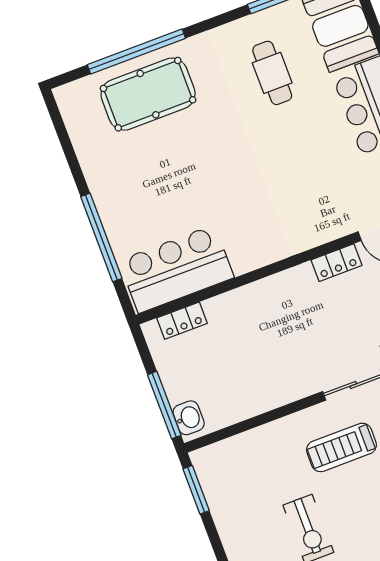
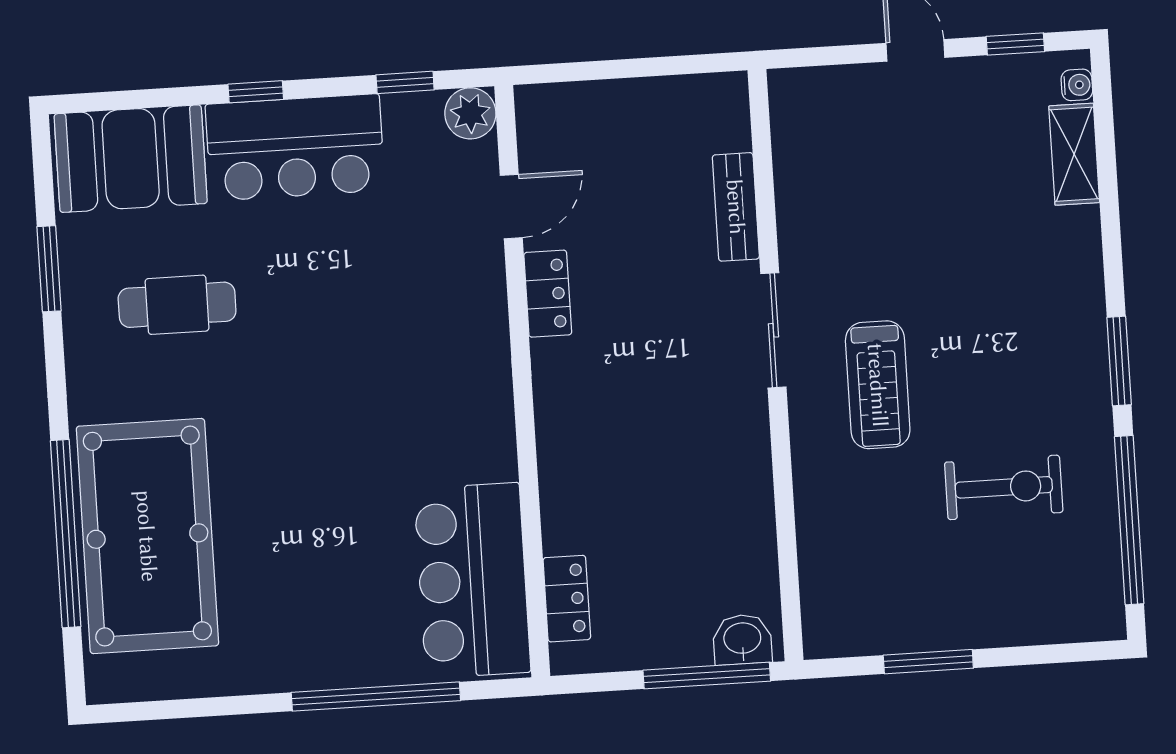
pool table: (148, 94) -> (147, 536), width x1.36, depth x1.32
window: (196, 490) -> (928, 662), moved

